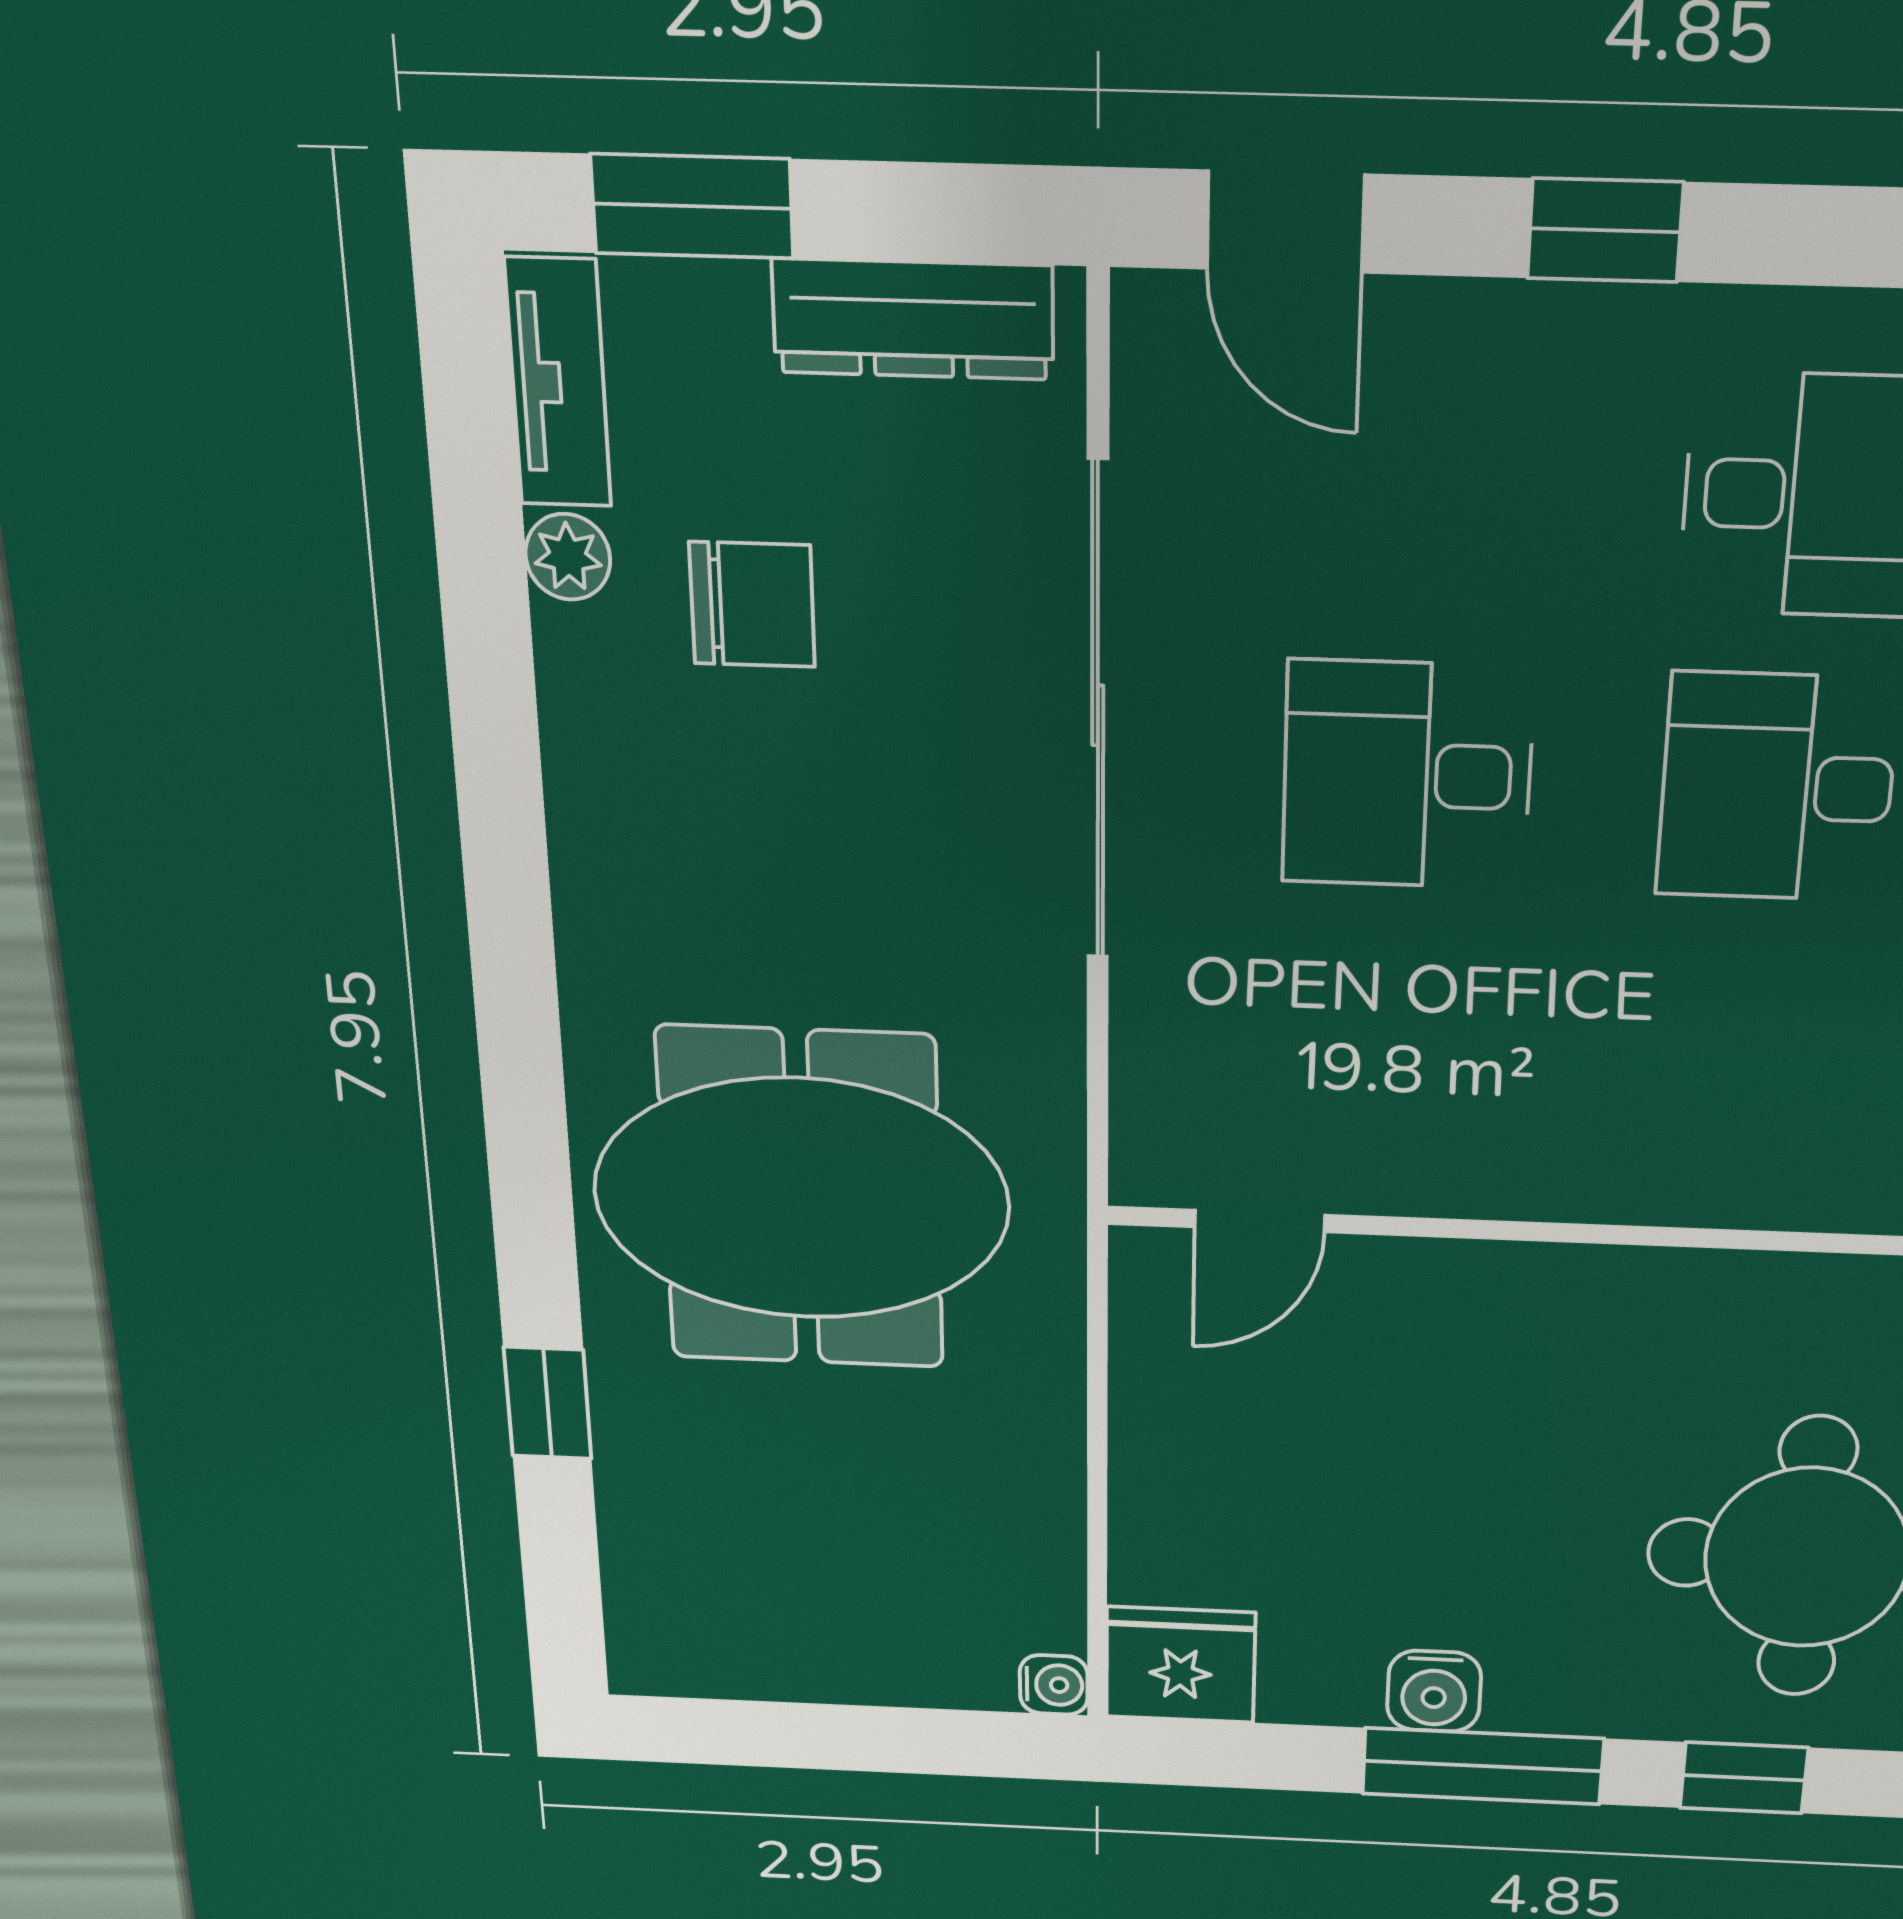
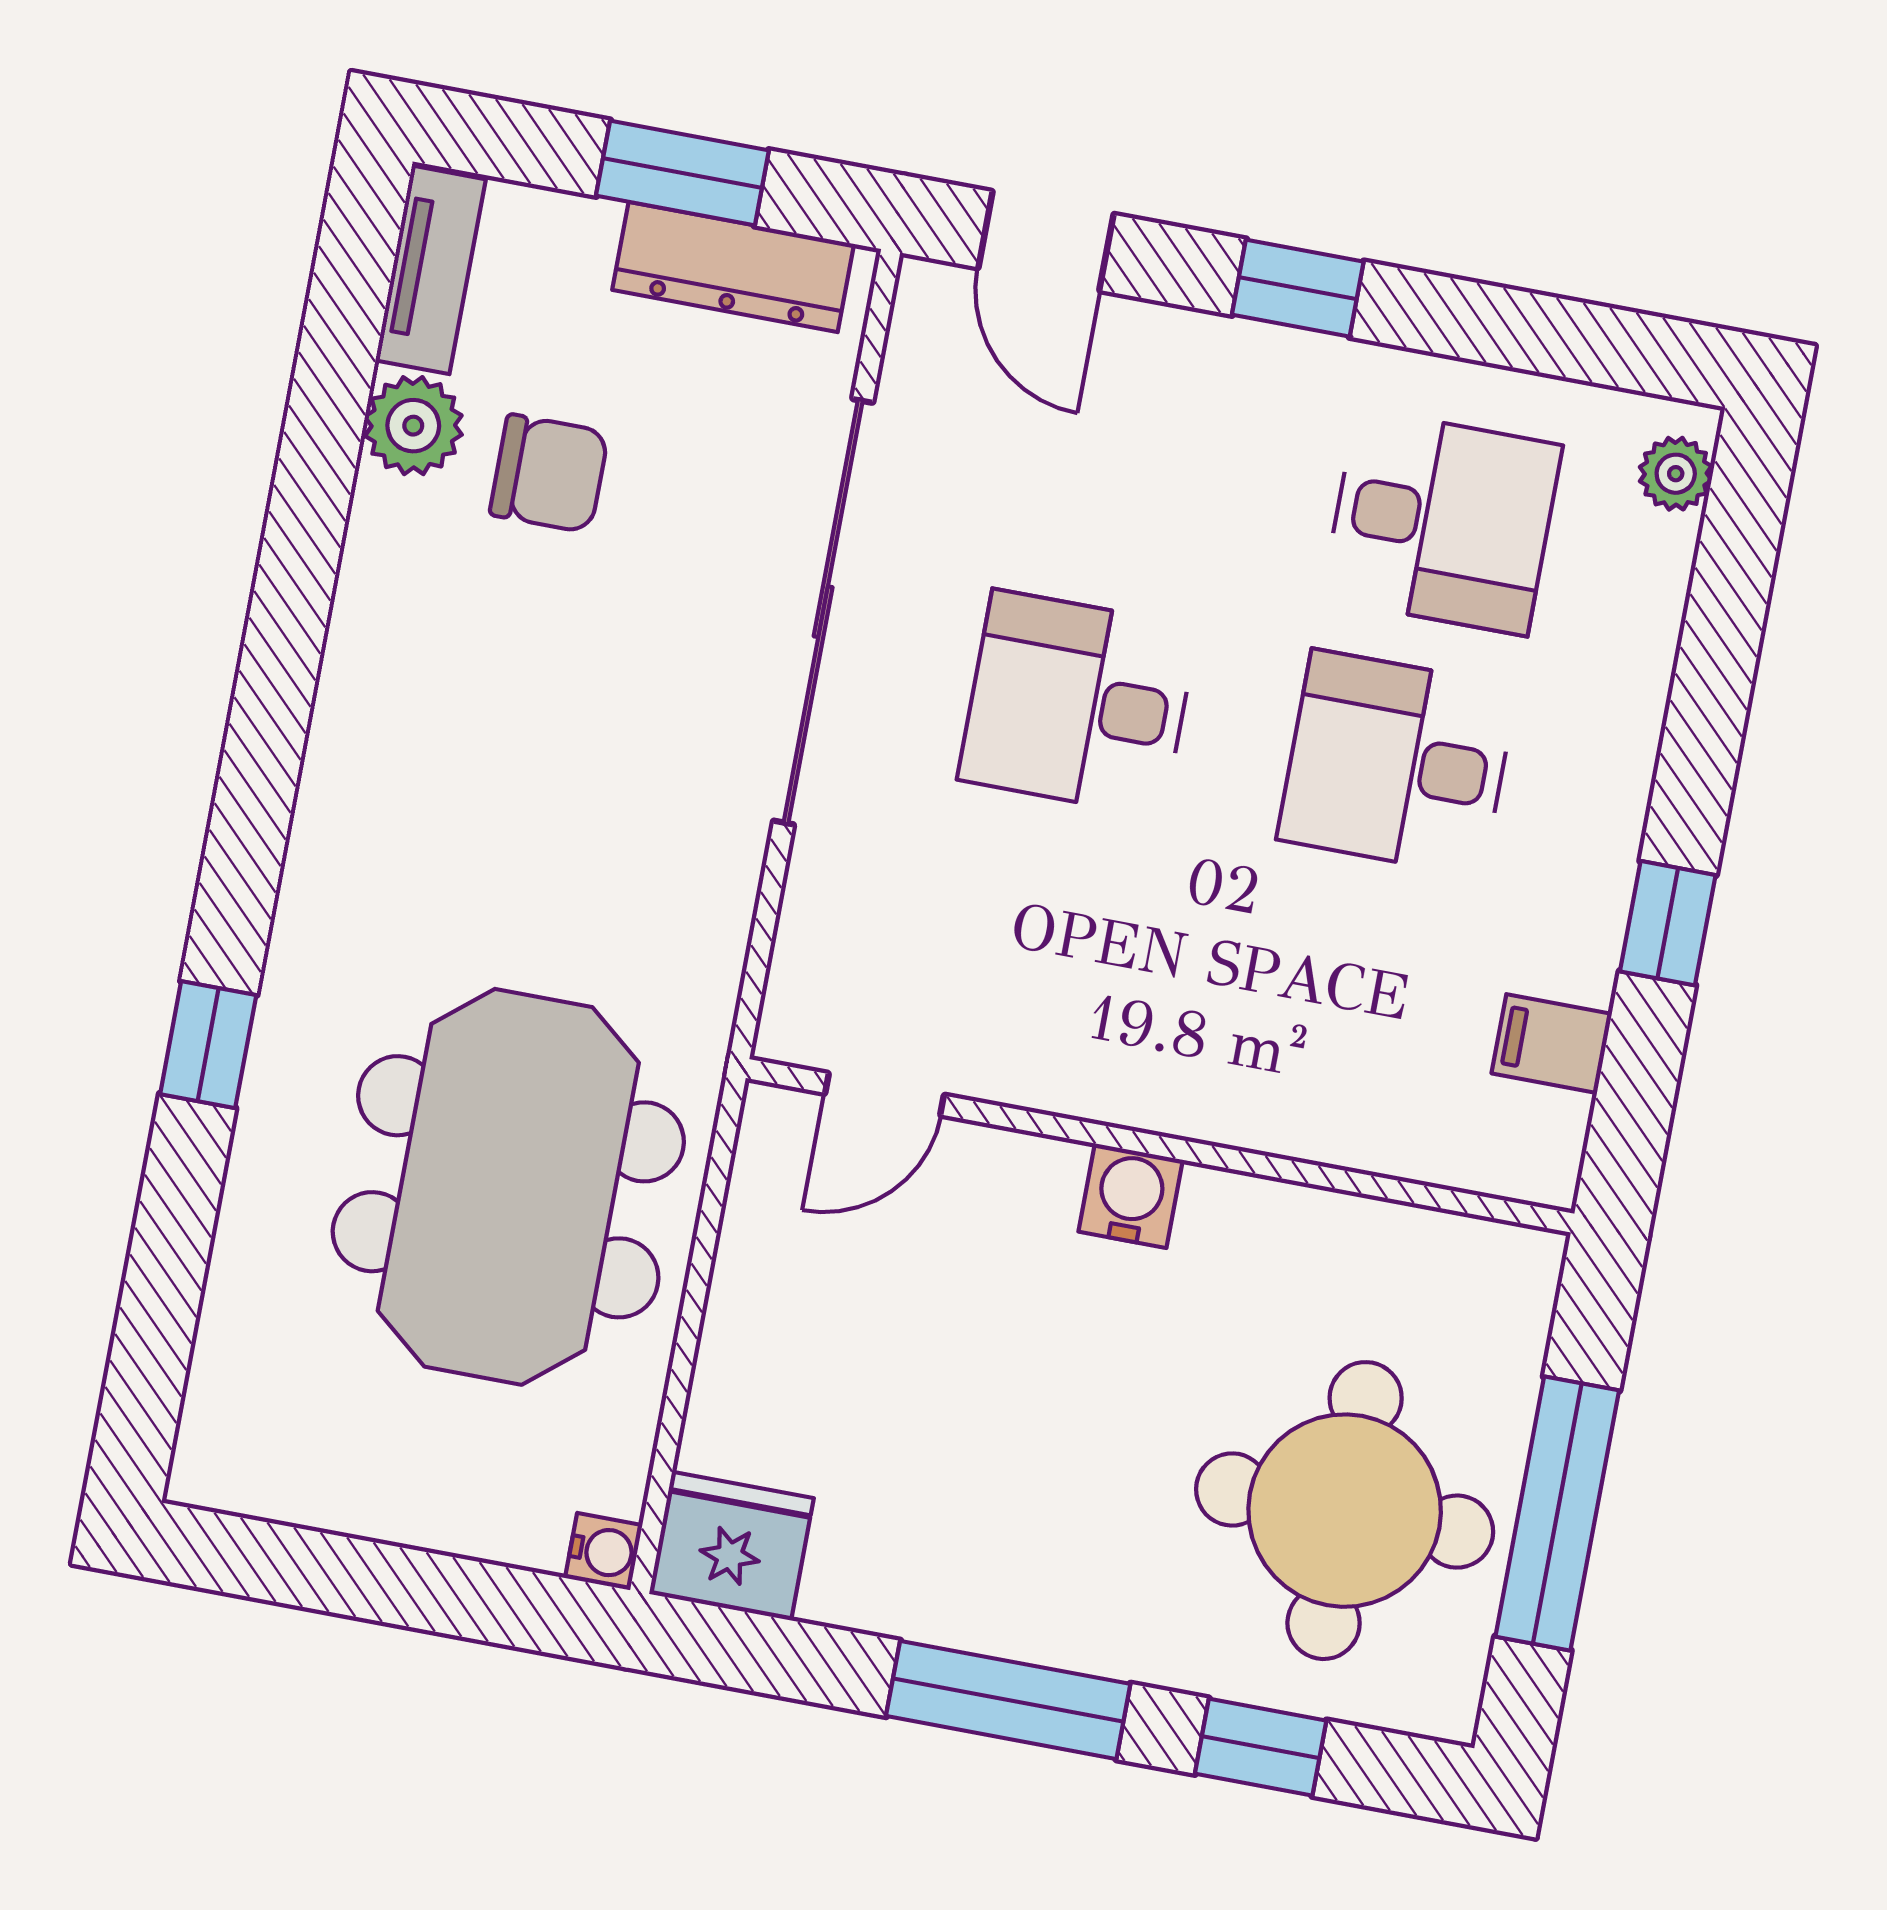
window: (692, 206) -> (682, 173), moved
plant: (568, 557) -> (413, 426), width x1.38, depth x1.38
meeting table: (801, 1199) -> (508, 1187), moved, turned 90
window: (548, 1403) -> (208, 1045), moved
water cooler: (1434, 1691) -> (1131, 1196), moved, turned 180

